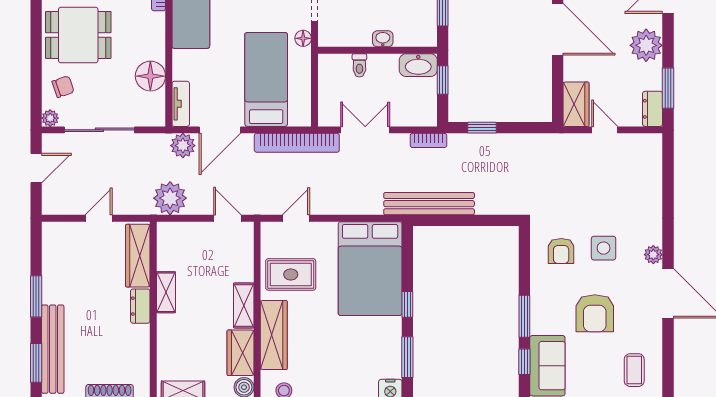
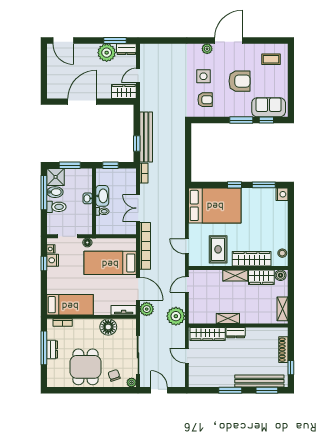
plant: (646, 45) -> (107, 53), moved
washbasin: (418, 65) -> (102, 196), moved
bench: (429, 204) -> (146, 137), moved

